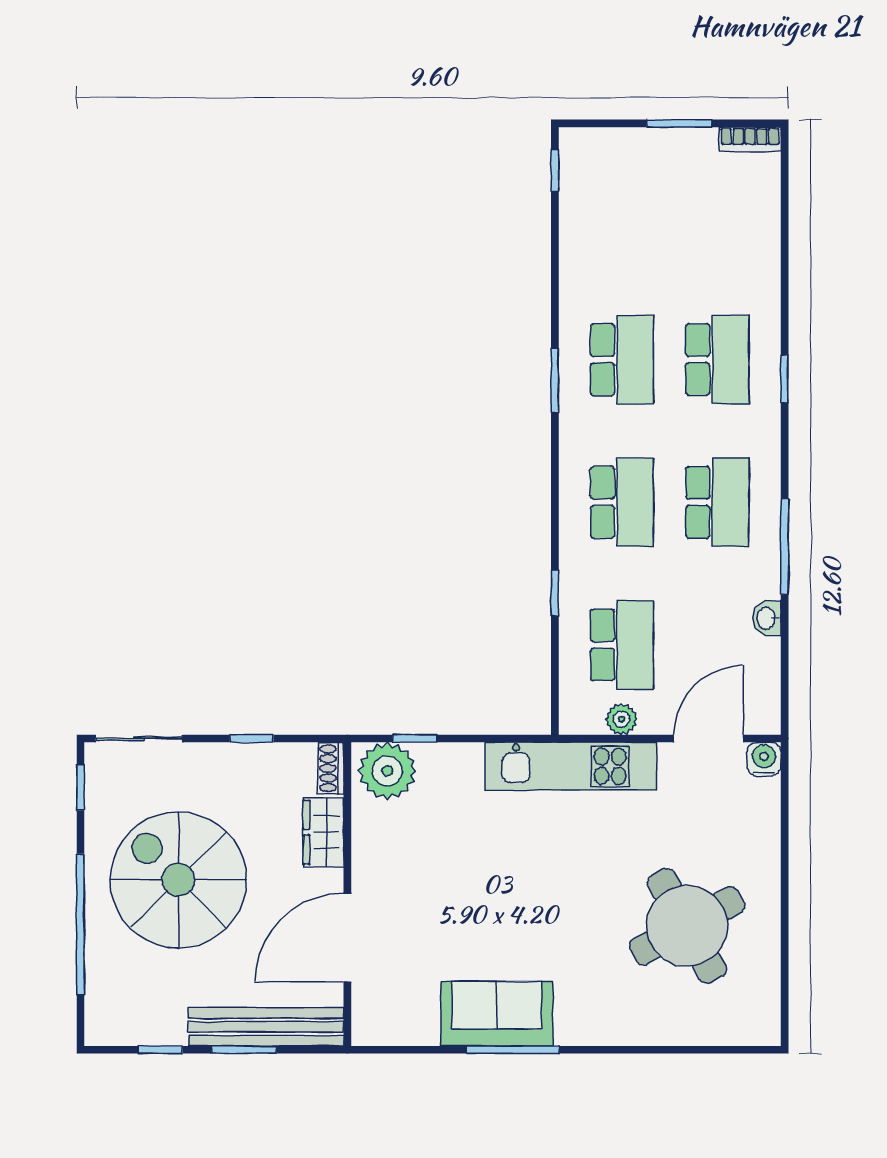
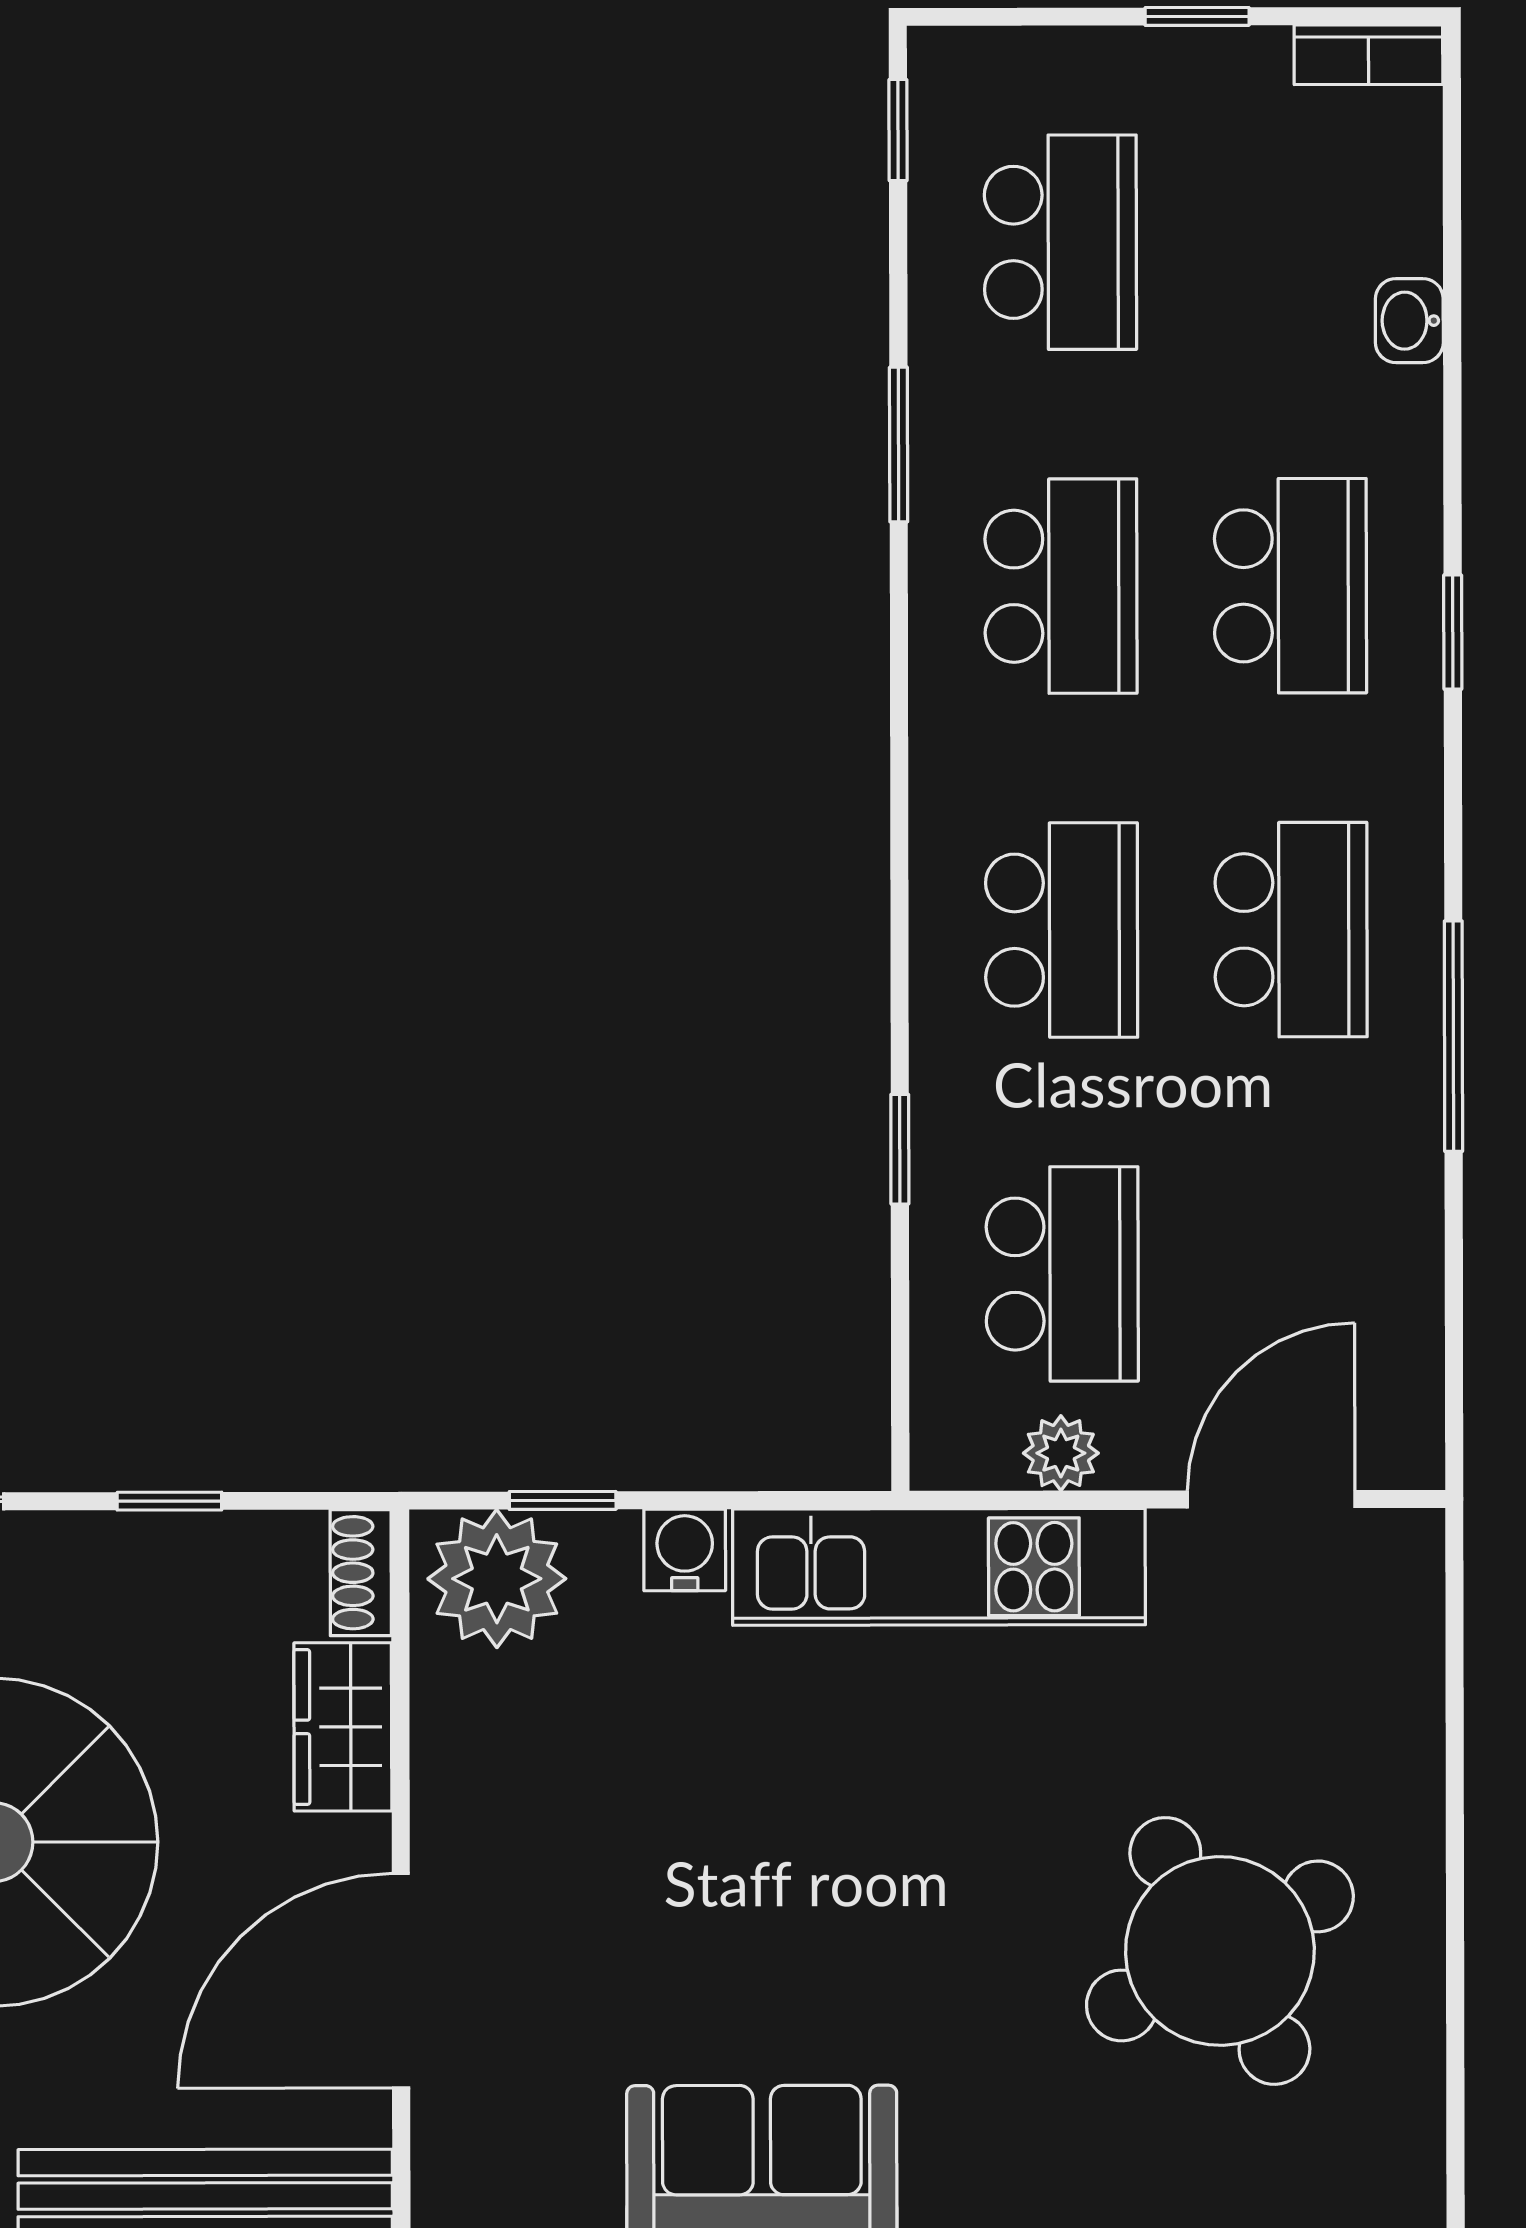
window: (679, 123) -> (1197, 16), width x0.67
school desk: (622, 217) -> (1060, 242), added
window: (555, 380) -> (899, 444), moved
washbasin: (767, 618) -> (1409, 321), moved
water cooler: (764, 759) -> (685, 1550), moved

